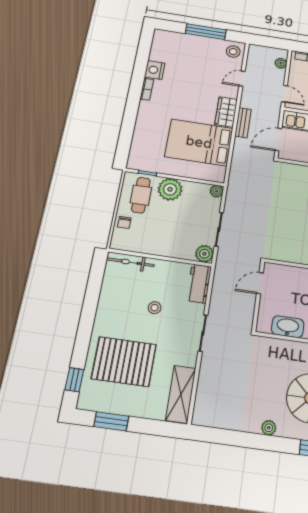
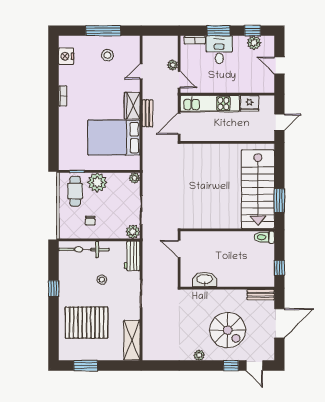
stool: (233, 52) -> (107, 55), moved
plant: (281, 63) -> (173, 65), moved
nightstand: (155, 70) -> (66, 56), moved
chair: (124, 222) -> (90, 221), moved
bicycle: (130, 262) -> (84, 249), width x1.37, depth x1.40
door: (260, 283) -> (179, 249), hinge flipped
window: (74, 380) -> (54, 289), moved

